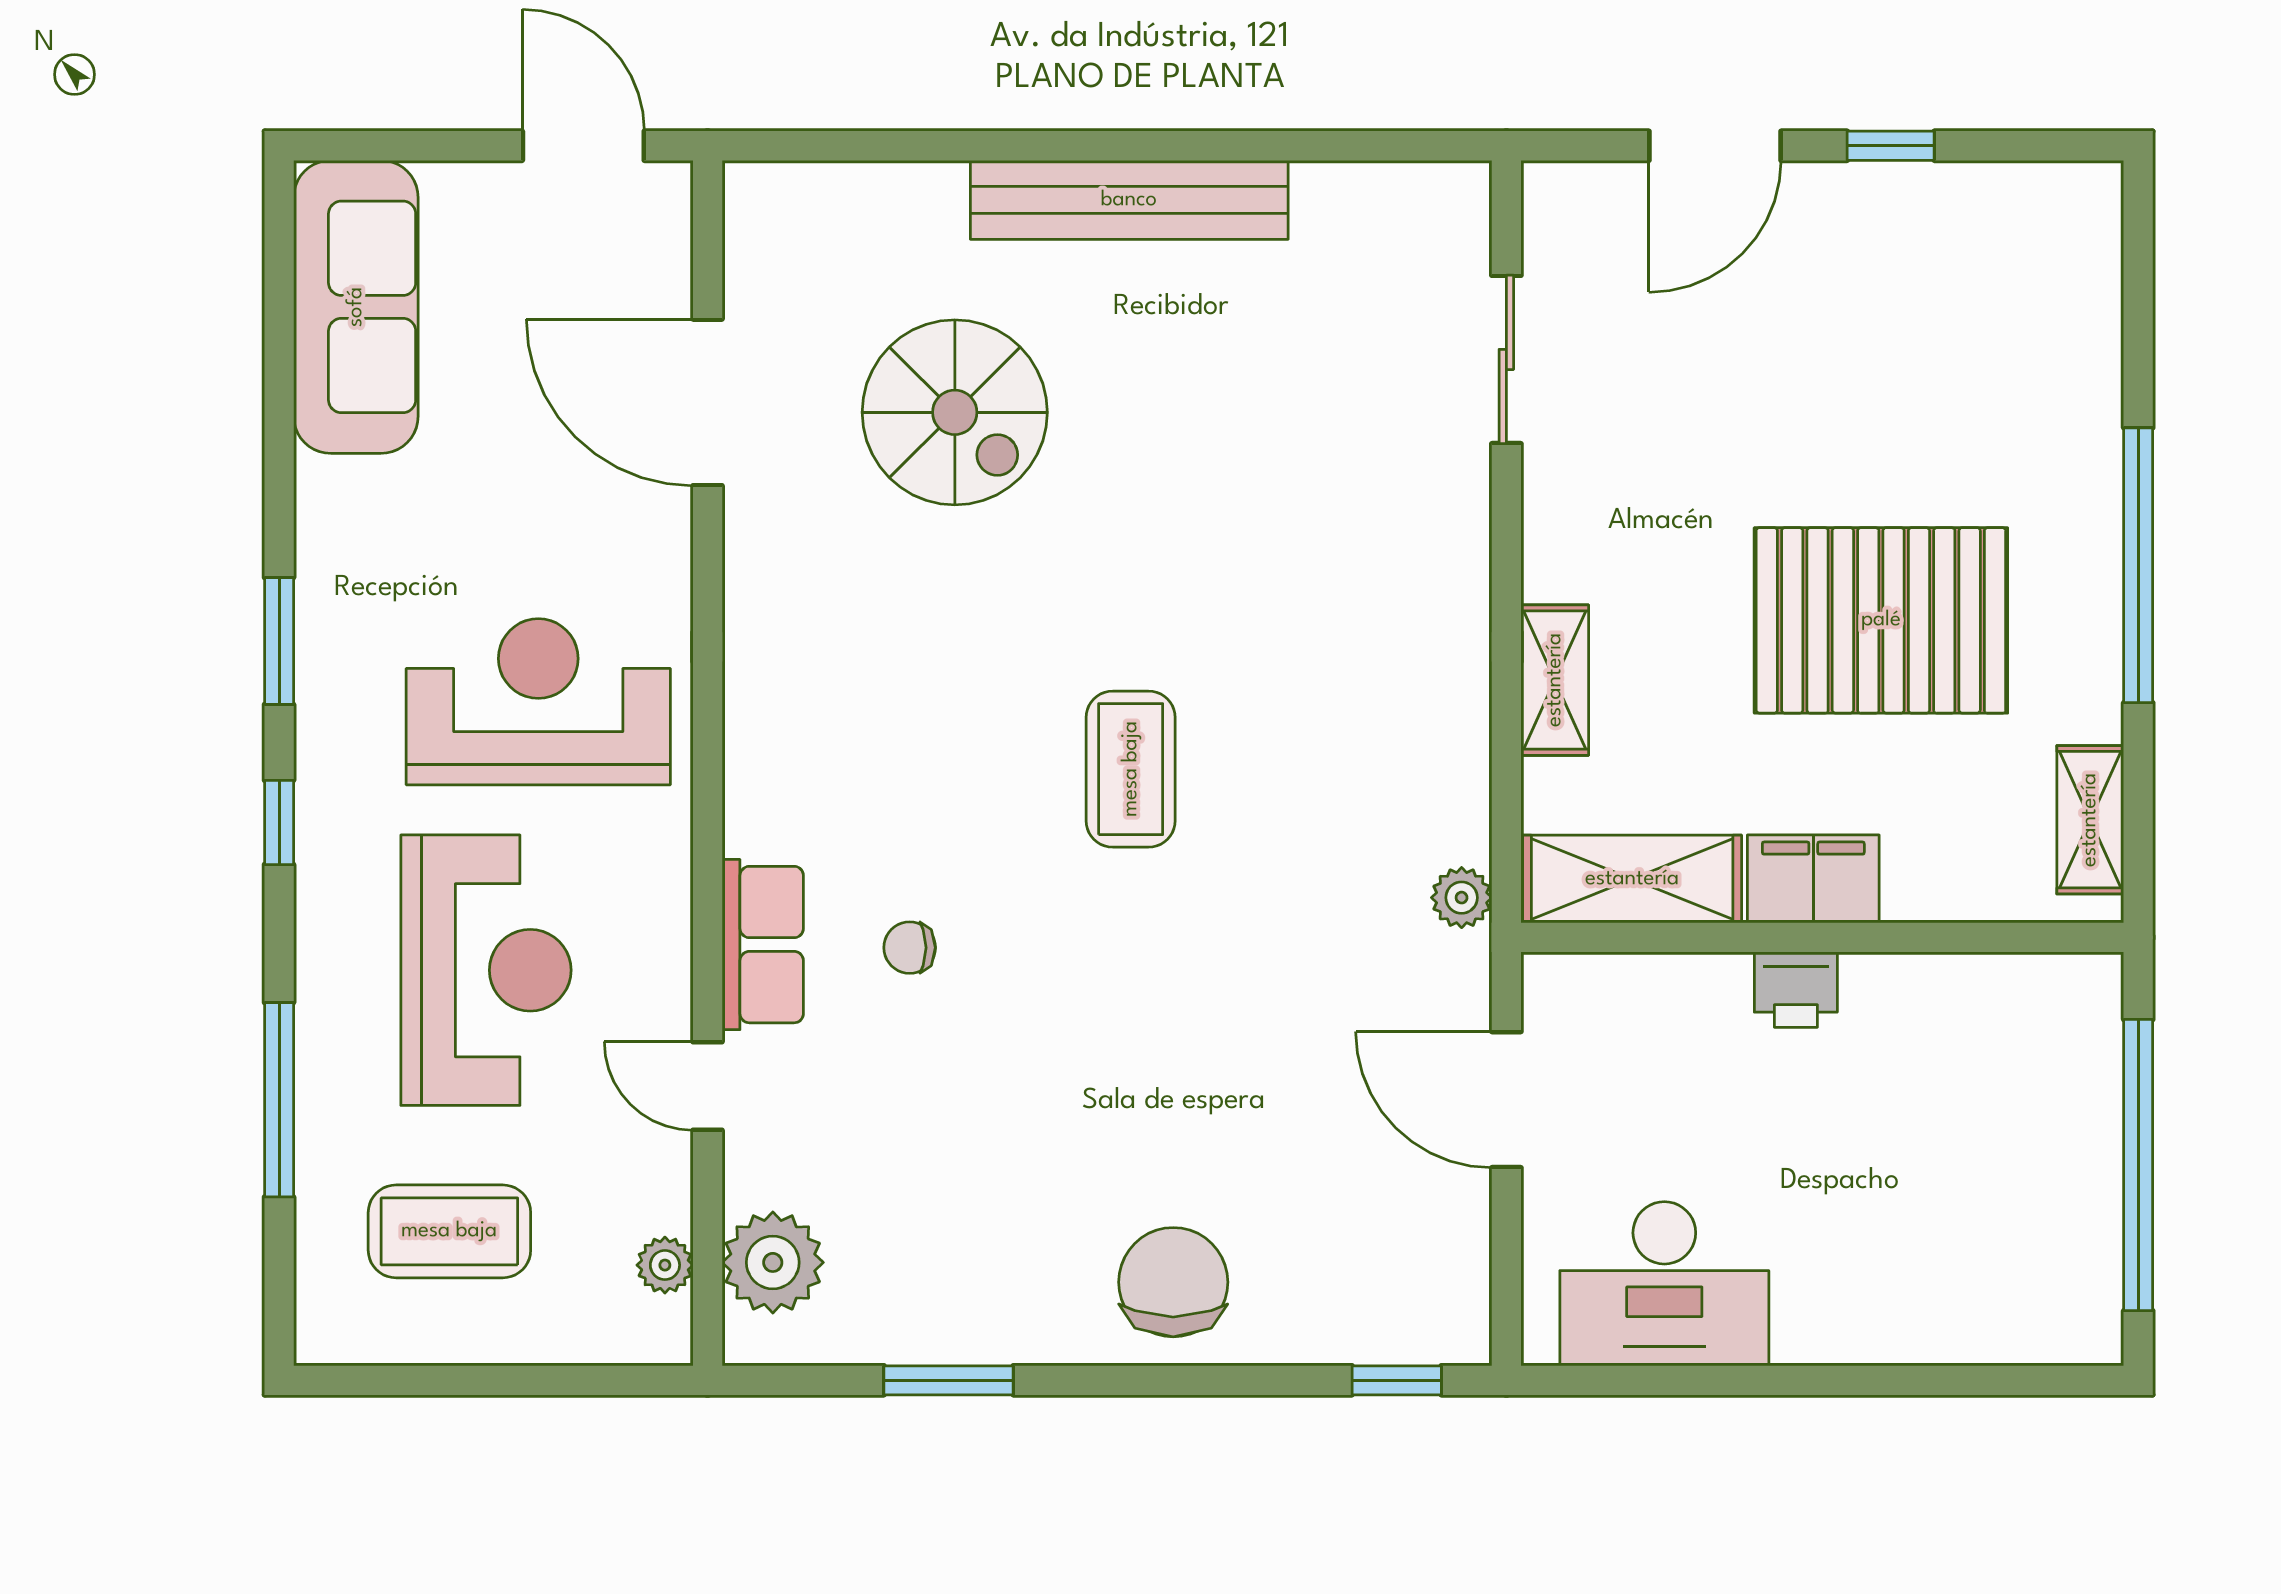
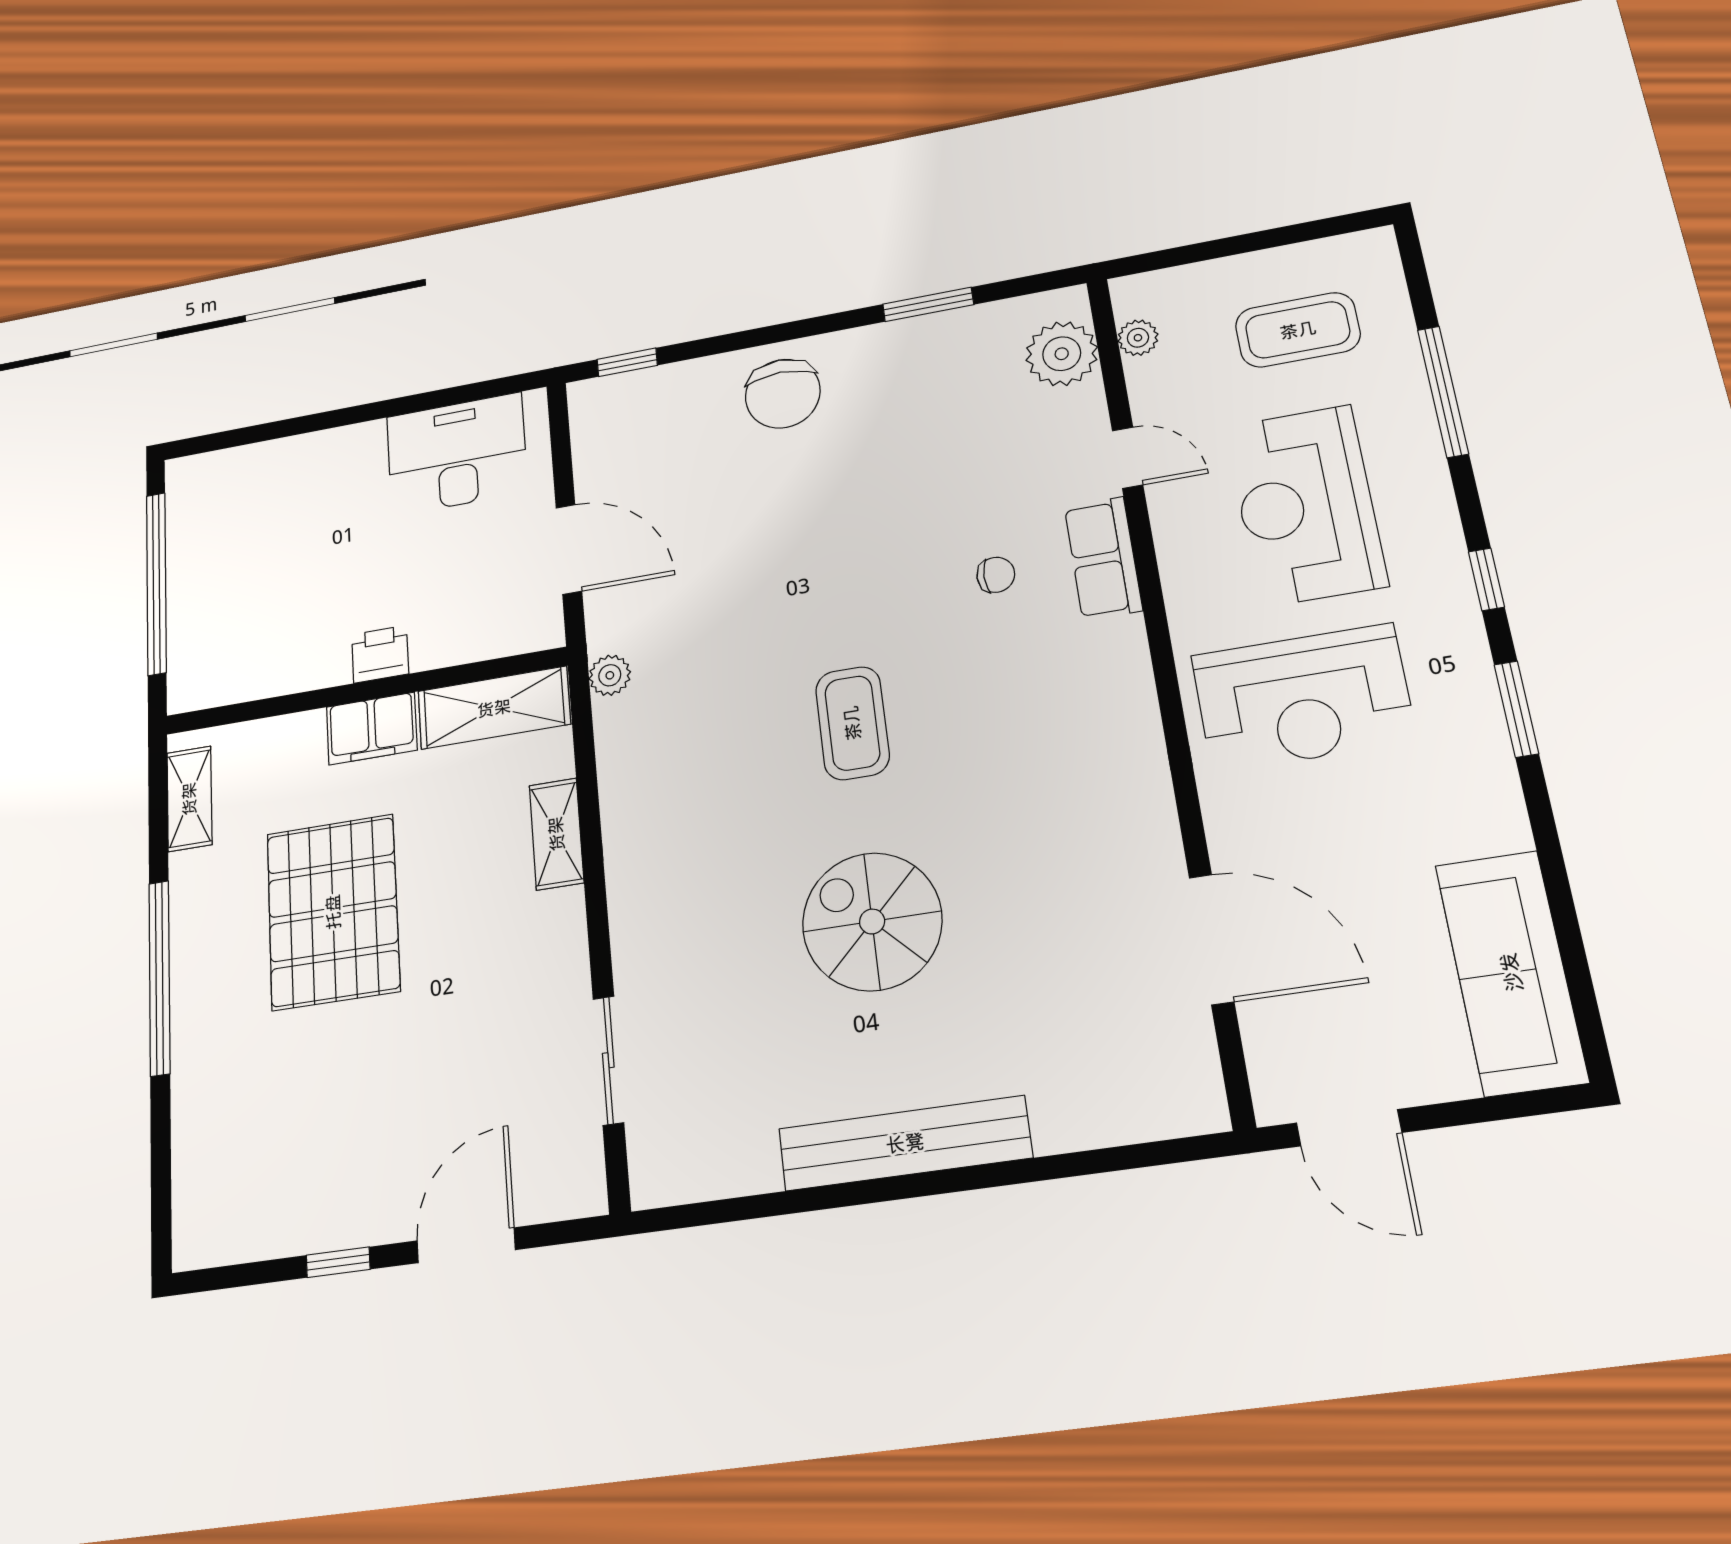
spiral stairs: (955, 412) -> (872, 921), moved
pallet: (1881, 620) -> (333, 912), turned 90

